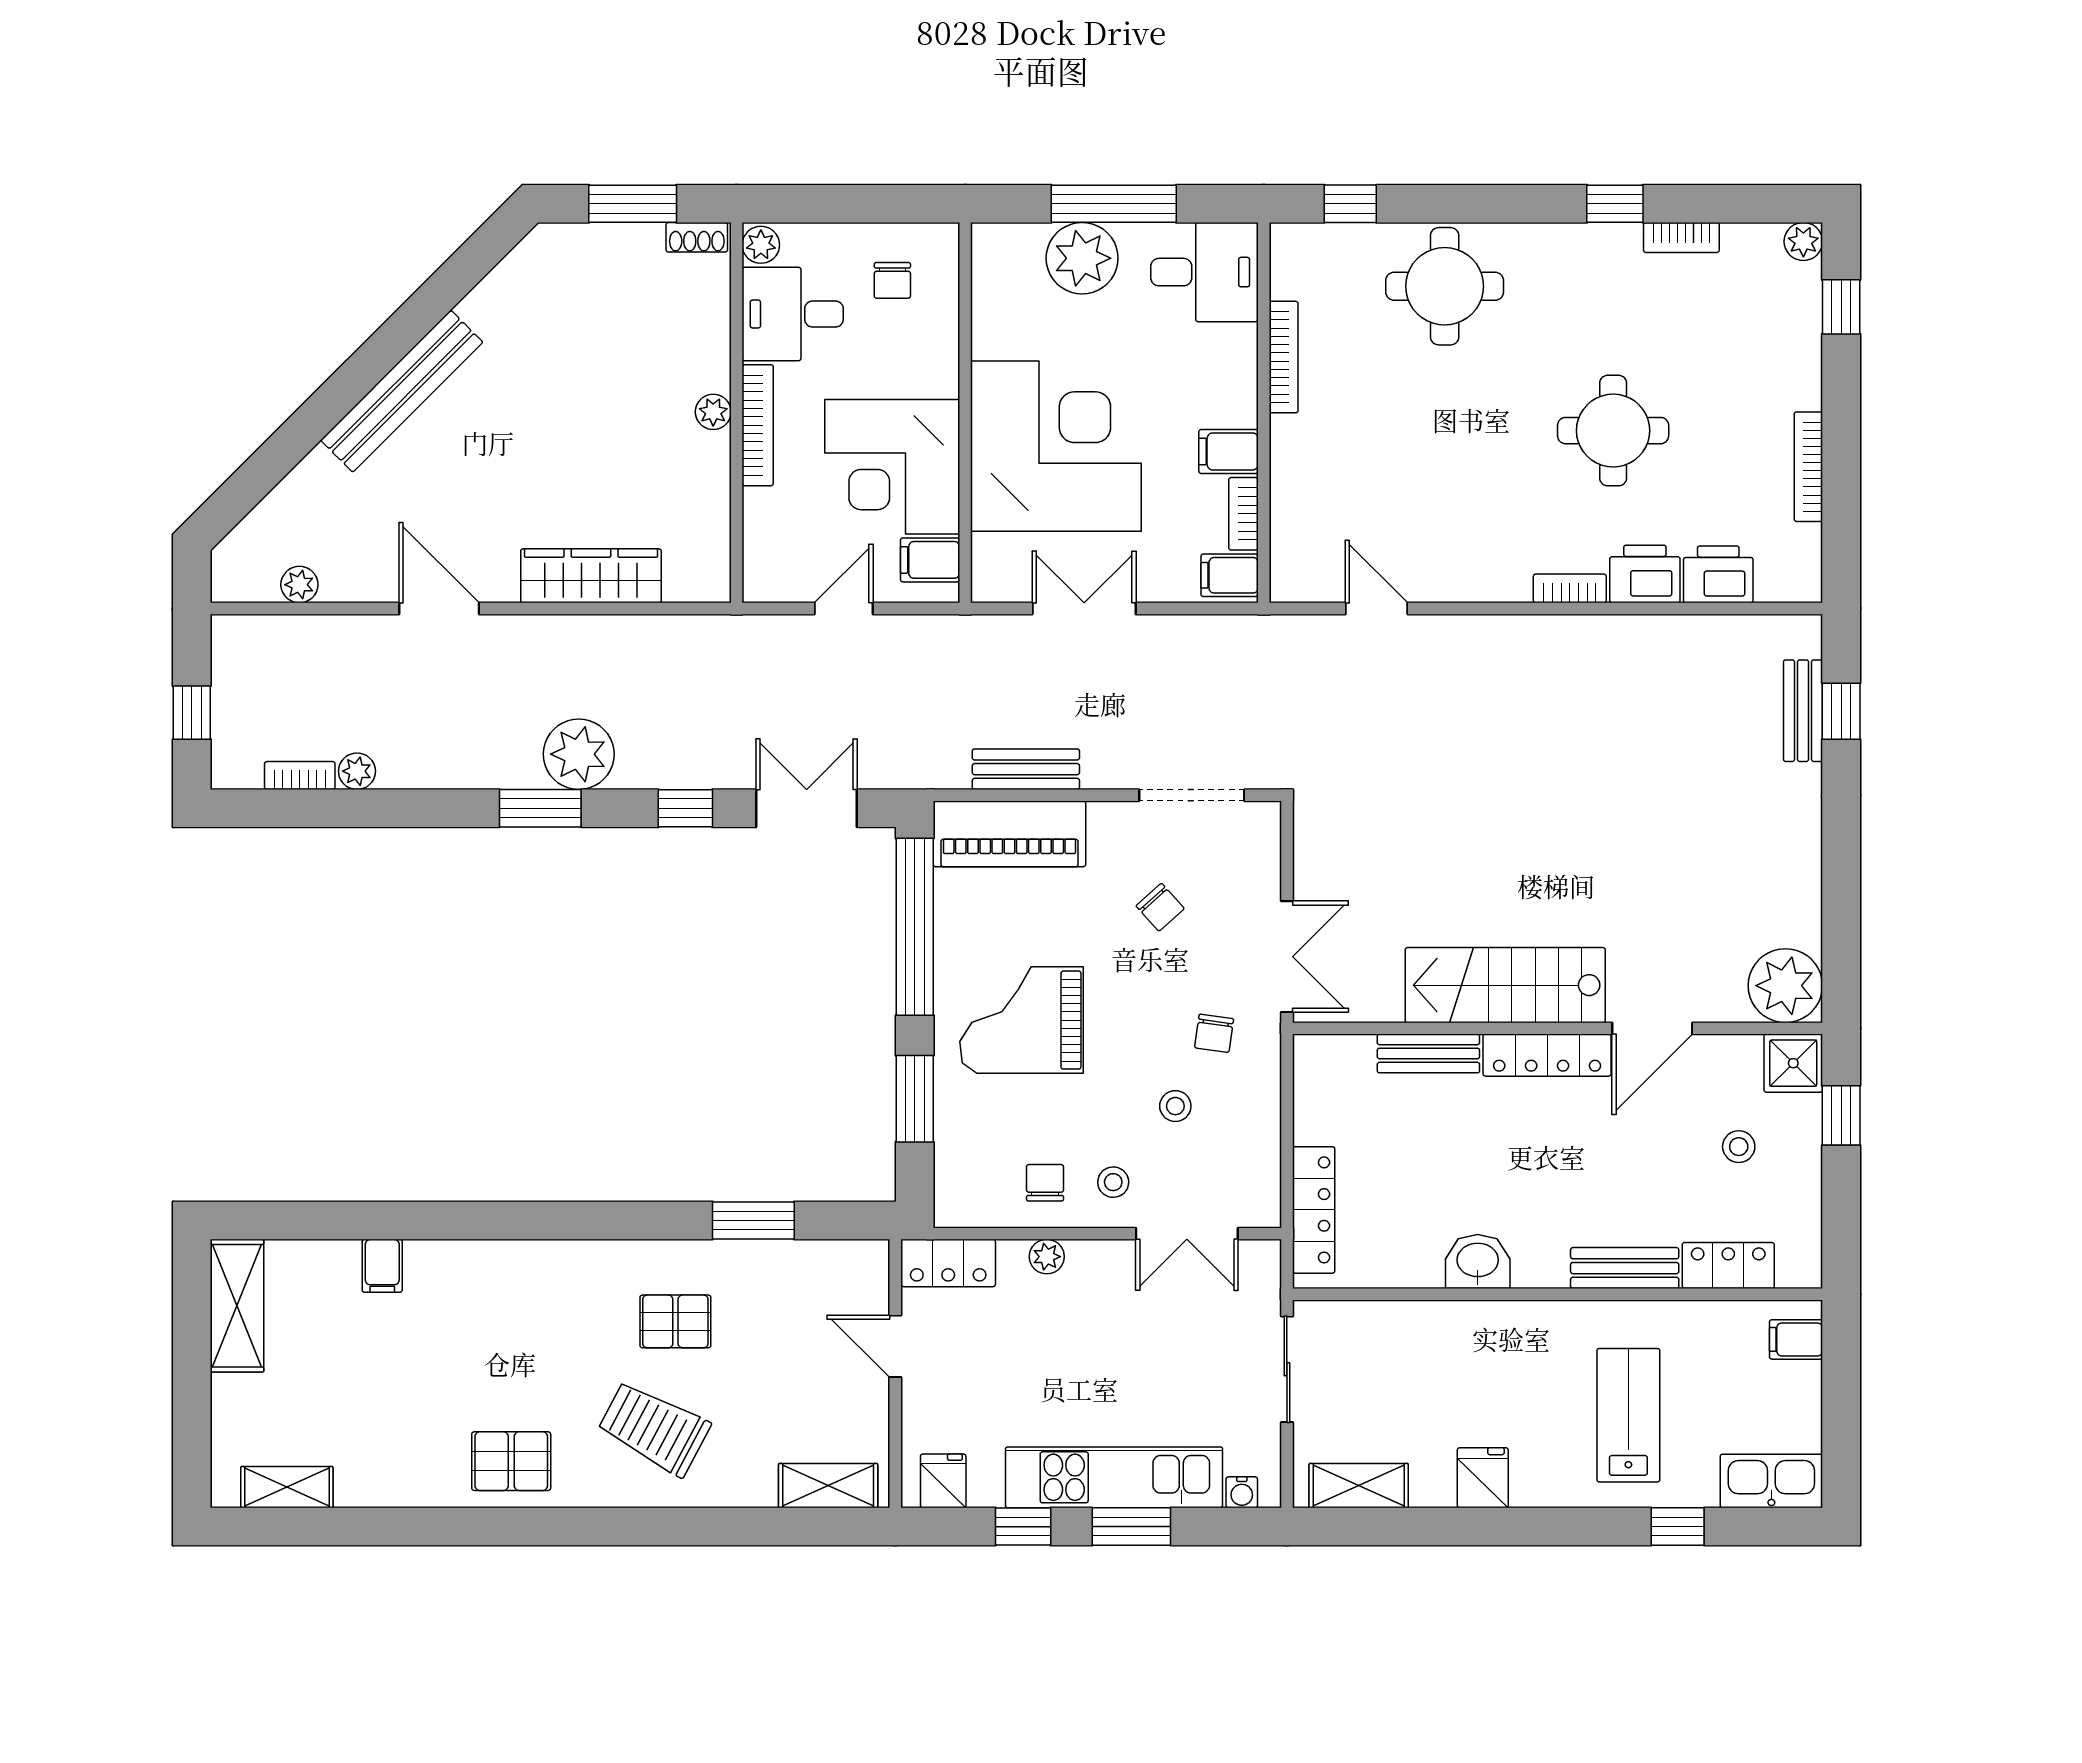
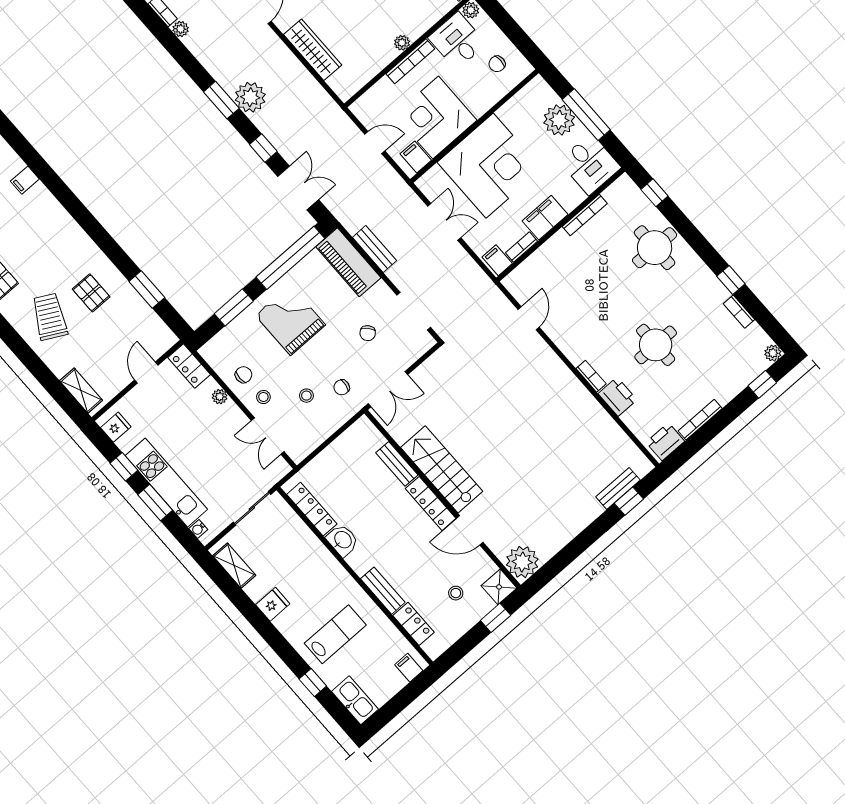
filing cabinet: (1229, 451) -> (545, 218), width x2.00
printer: (1718, 574) -> (665, 442), moved, turned -90
locker: (1314, 1210) -> (312, 509), moved, turned -90

